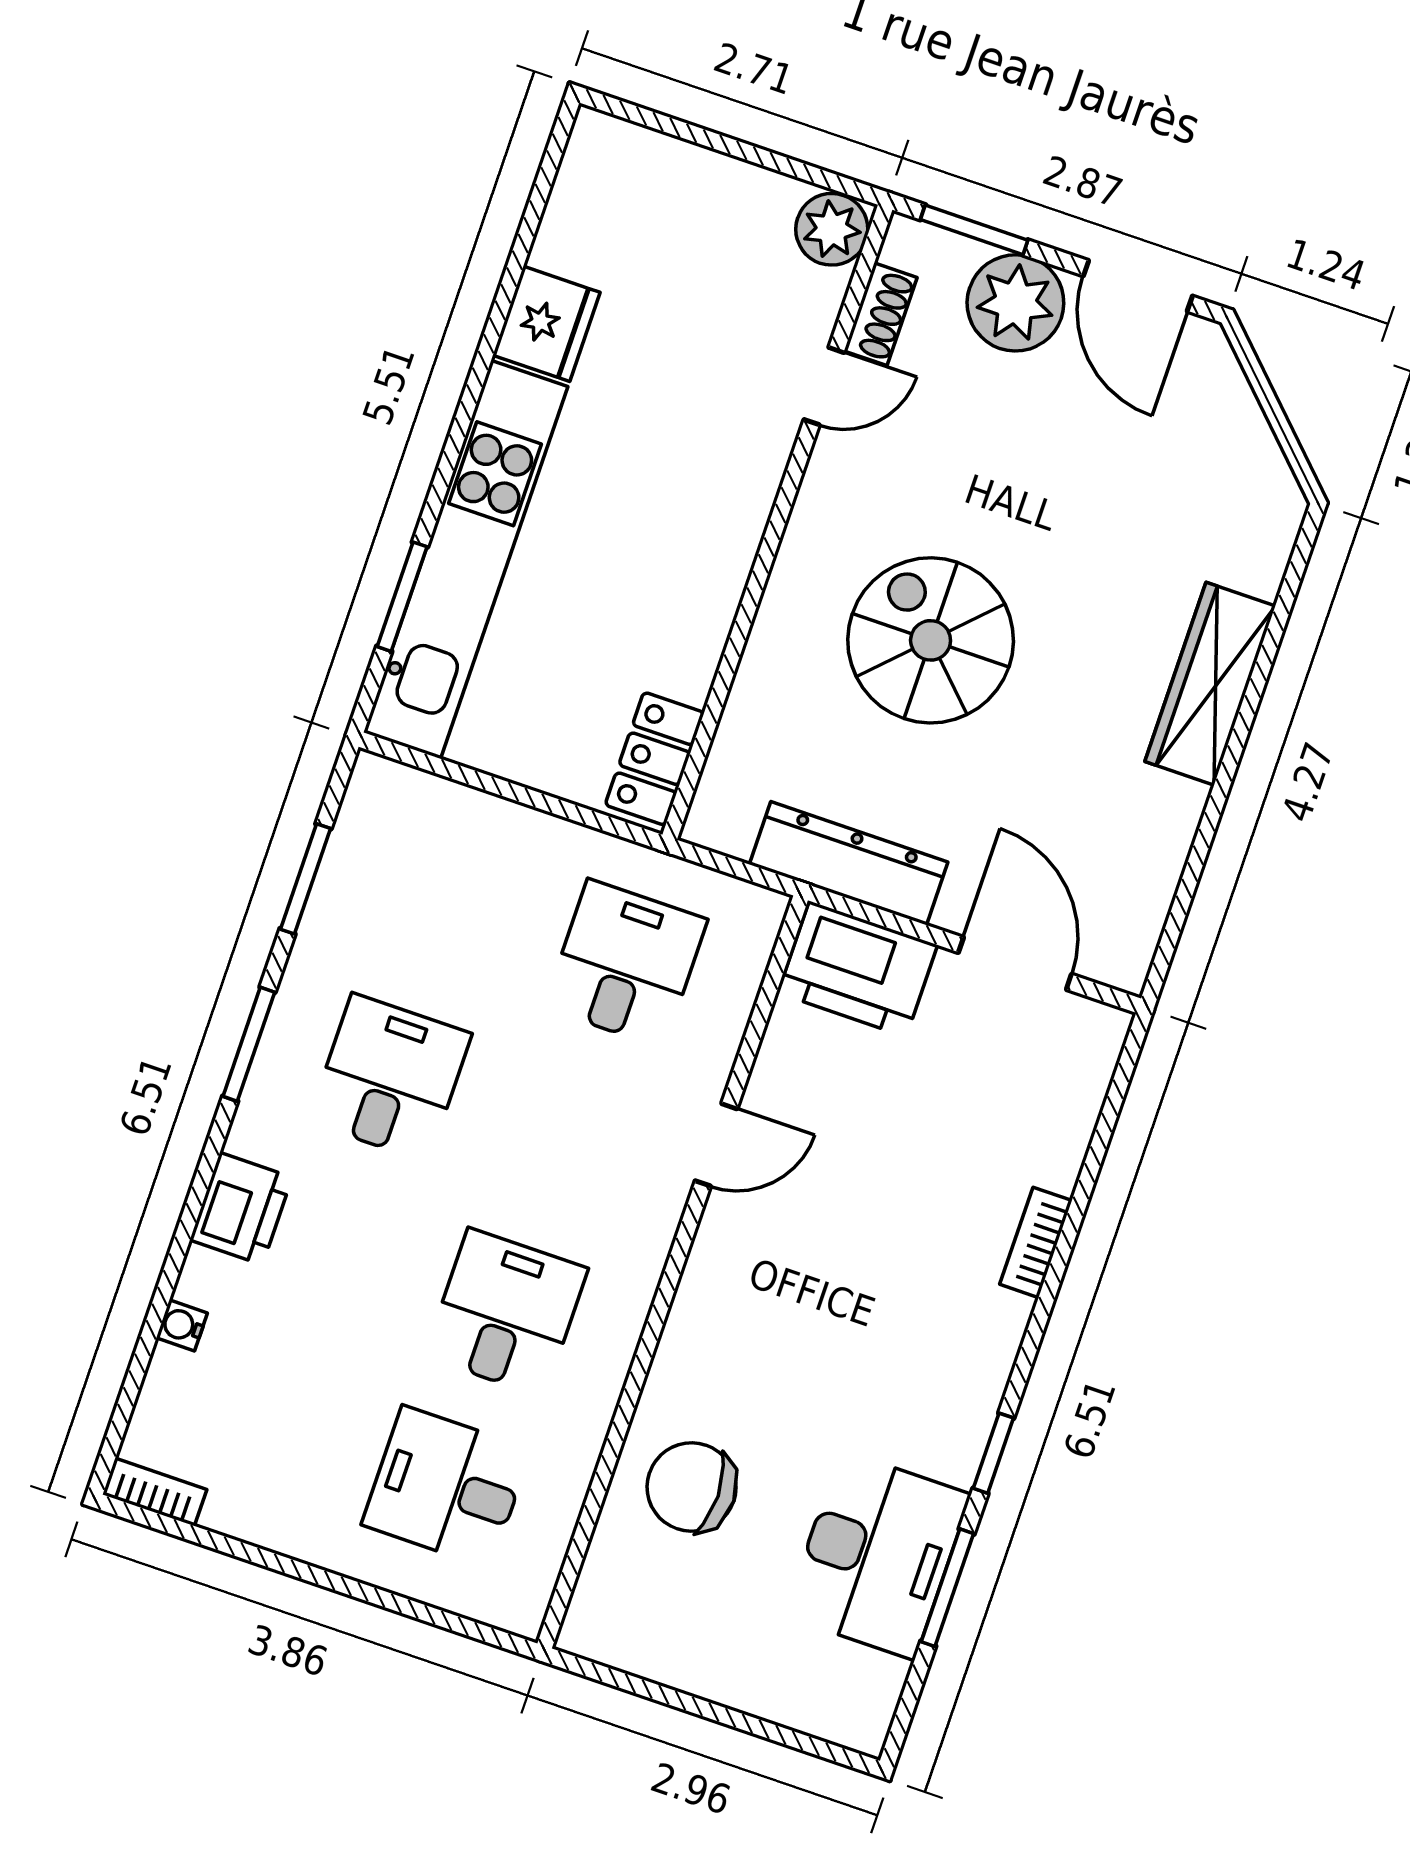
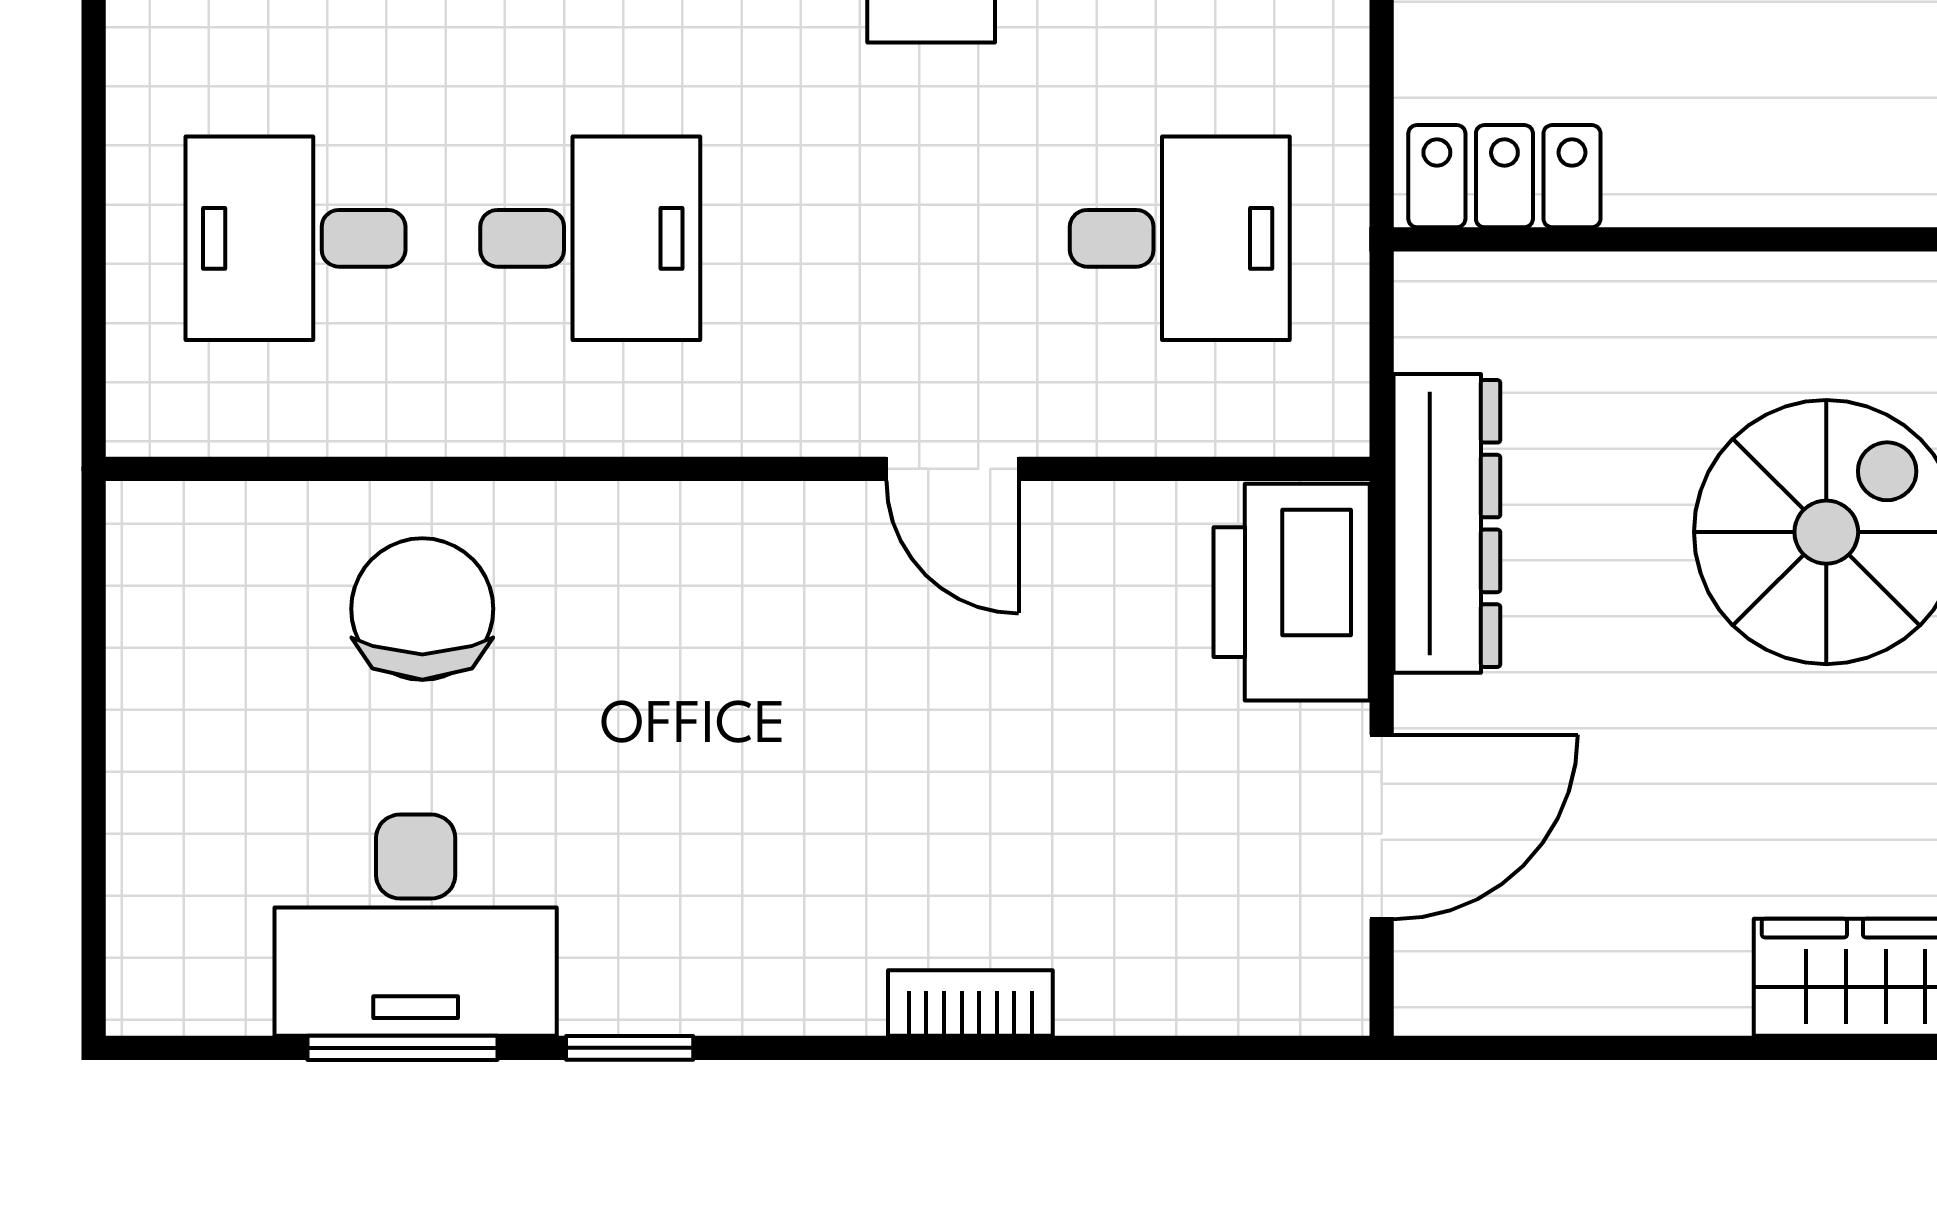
desk: (446, 1487) -> (295, 238), turned -90

